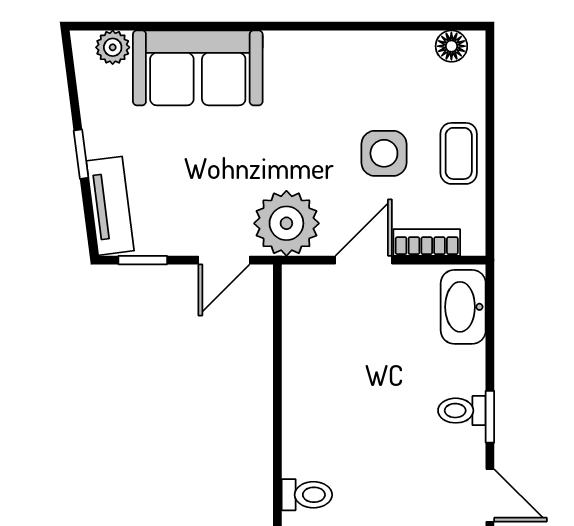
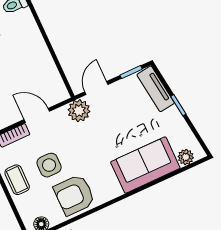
armchair: (361, 73) -> (74, 195), added
plant: (286, 223) -> (79, 111), width x0.73, depth x0.73
door: (364, 260) -> (37, 115), swing flipped

